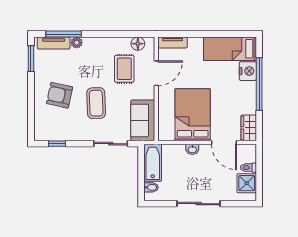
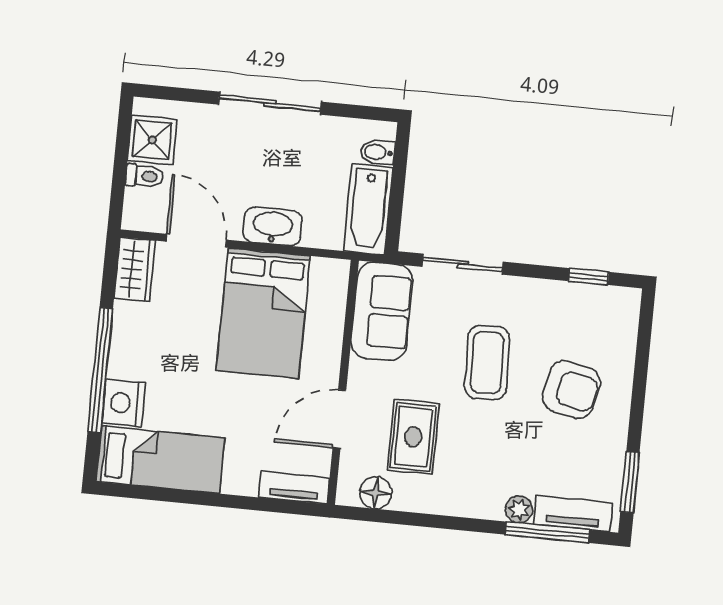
washbasin: (192, 149) -> (273, 226), width x1.91, depth x1.45

